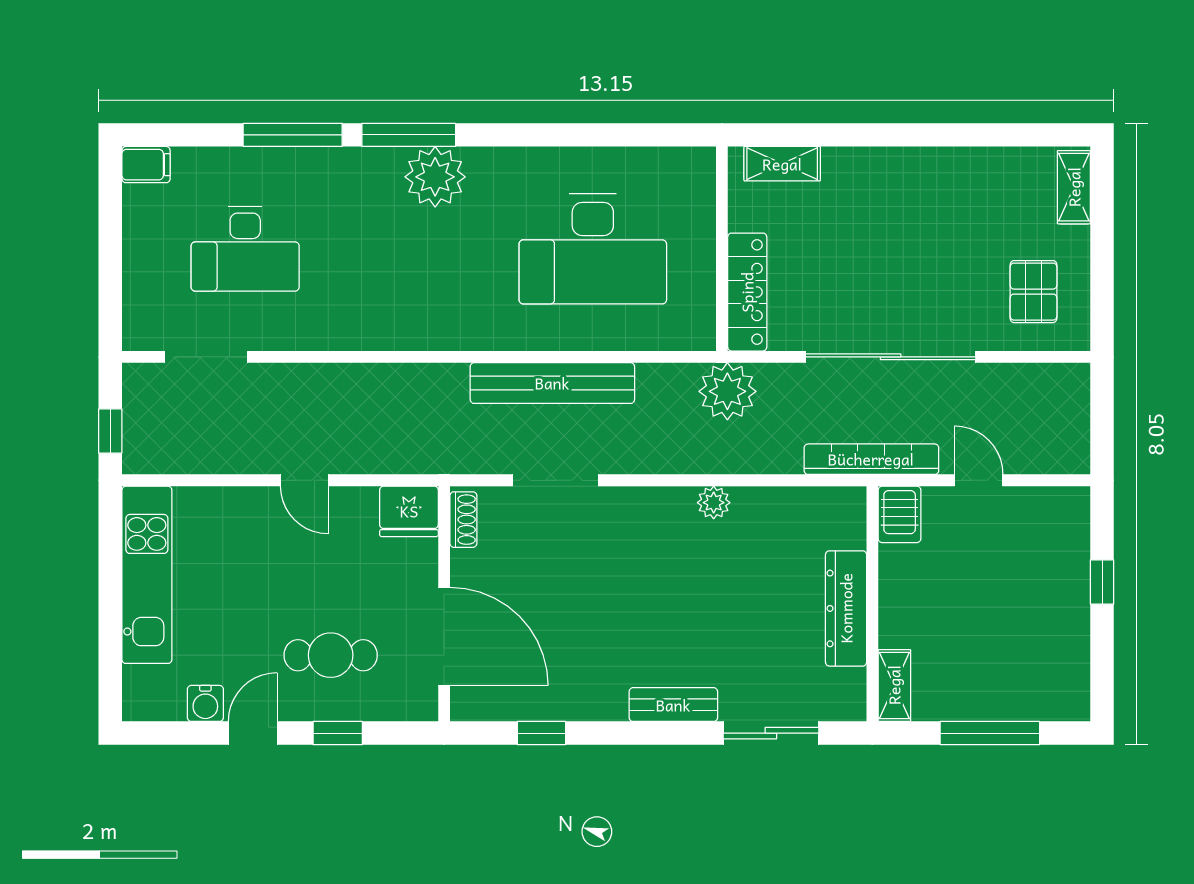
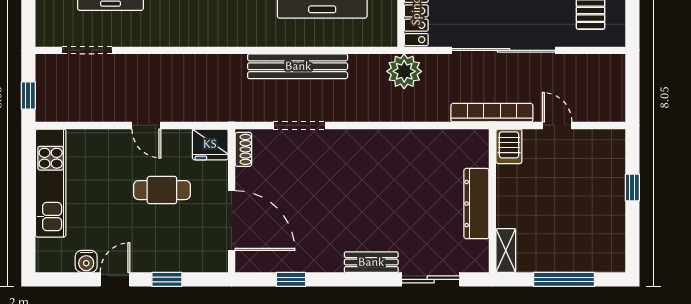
plant: (714, 503) -> (396, 139), removed
cafe table: (331, 655) -> (162, 190), moved

